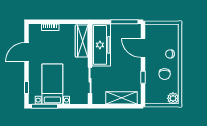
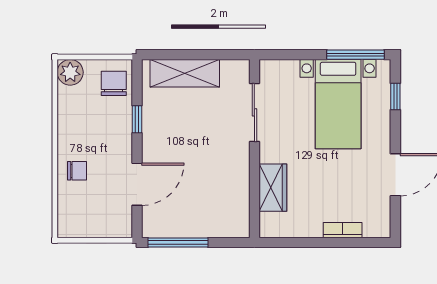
wardrobe: (82, 41) -> (273, 188), width x0.67
freezer: (101, 45) -> (230, 191), removed
door: (143, 48) -> (137, 184), hinge flipped
chair: (165, 74) -> (114, 83), moved

